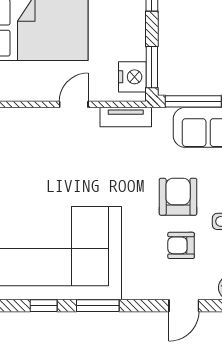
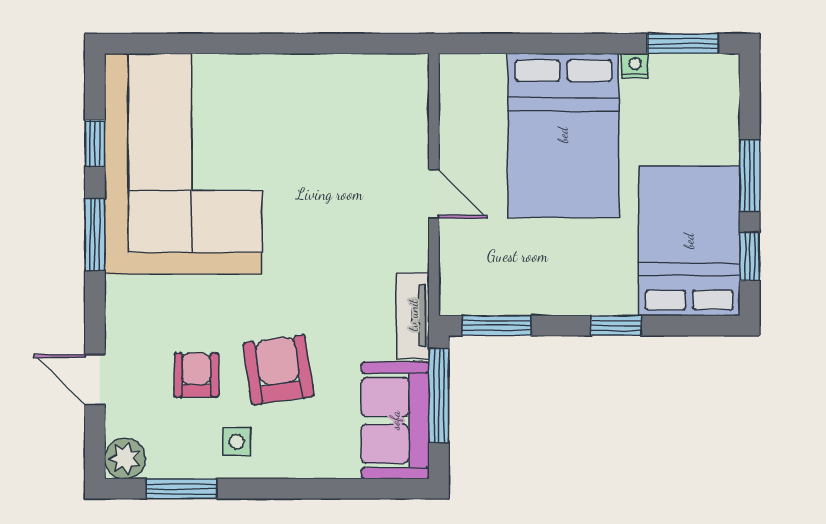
nightstand: (132, 77) -> (480, 293), removed
tv unit: (126, 117) -> (413, 315), moved
armchair: (178, 197) -> (278, 370), turned -98

